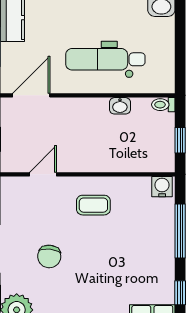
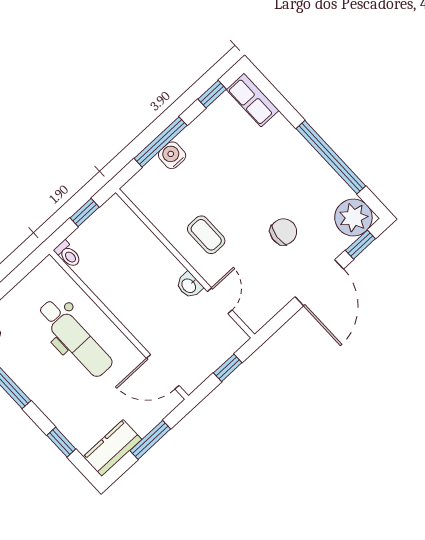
washbasin: (120, 106) -> (189, 285), moved, turned 180
door: (43, 174) -> (220, 301), swing flipped
water cooler: (162, 187) -> (172, 155), moved, turned 90

